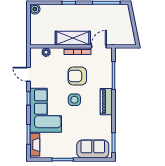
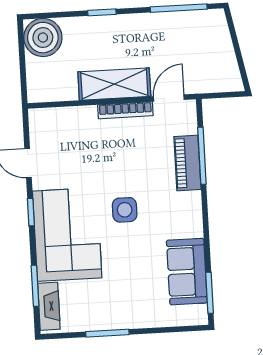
boiler: (35, 9) -> (43, 38), width x1.86, depth x1.86
plant: (46, 52) -> (61, 116), removed
armchair: (77, 76) -> (128, 161), removed
piano: (106, 102) -> (187, 163), moved
sofa: (93, 149) -> (187, 272), moved, turned -90

